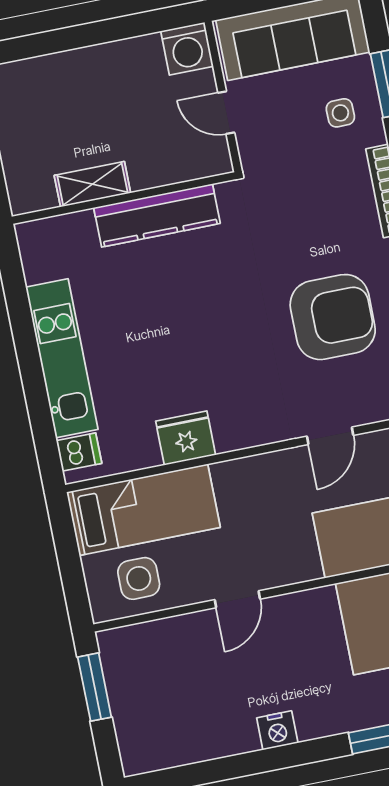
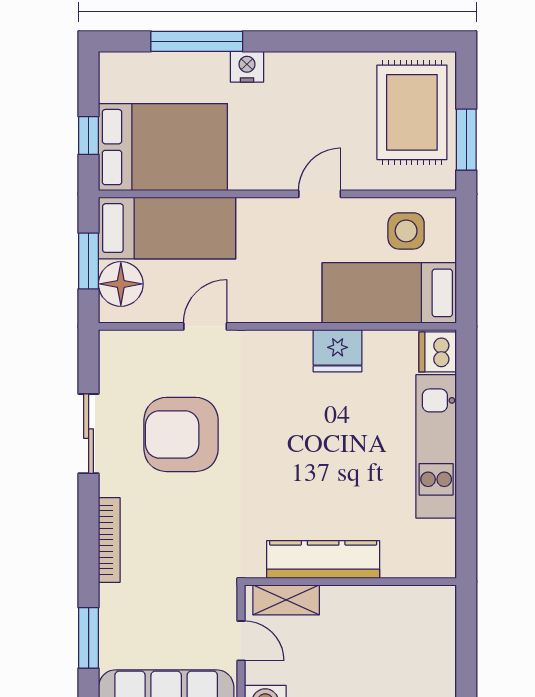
side table: (340, 113) -> (137, 620), removed
shelving: (92, 184) -> (286, 600), moved
dishwasher: (79, 452) -> (438, 352), width x1.38
rug: (158, 704) -> (412, 112), added
nightstand: (277, 730) -> (247, 67), moved

